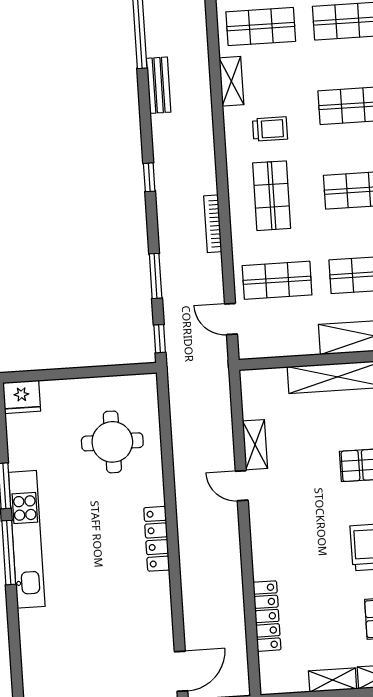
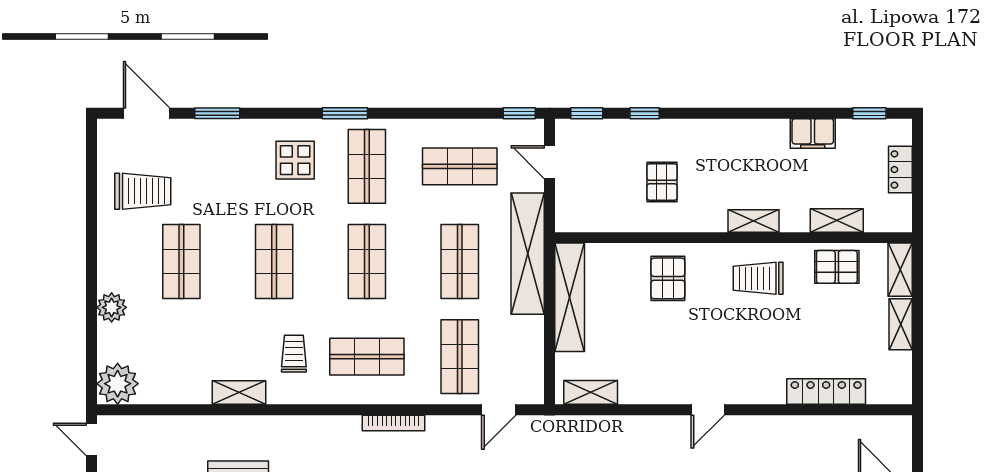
shop shelf: (261, 27) -> (181, 357), removed
shelving: (255, 445) -> (591, 392), moved
door: (242, 486) -> (708, 410), moved

